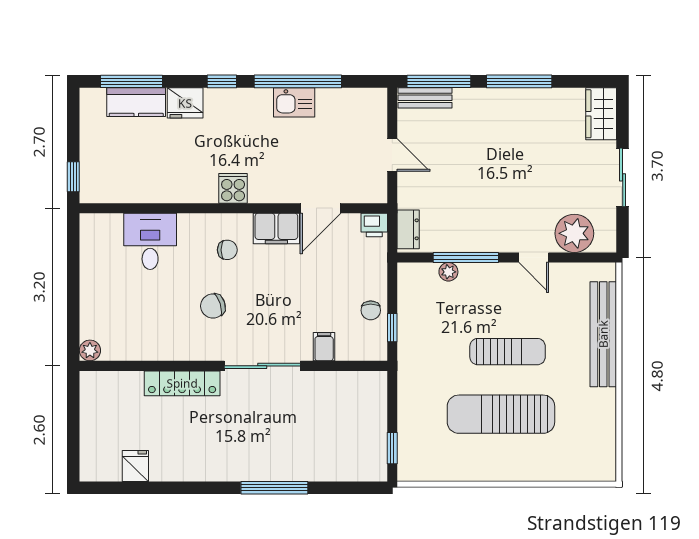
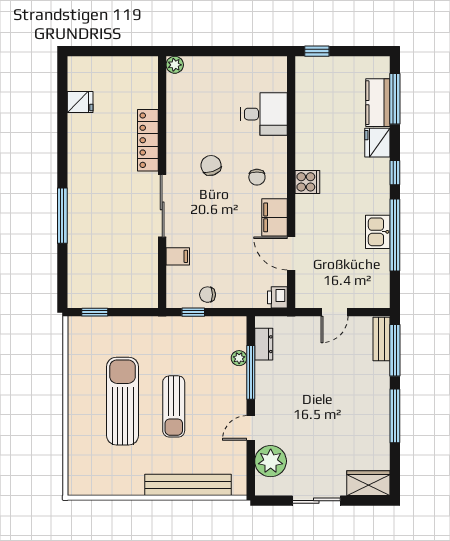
dresser: (408, 229) -> (264, 344), moved, turned -90

